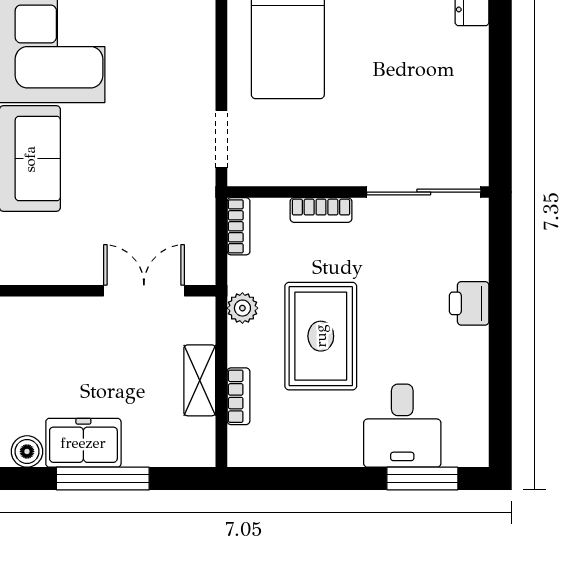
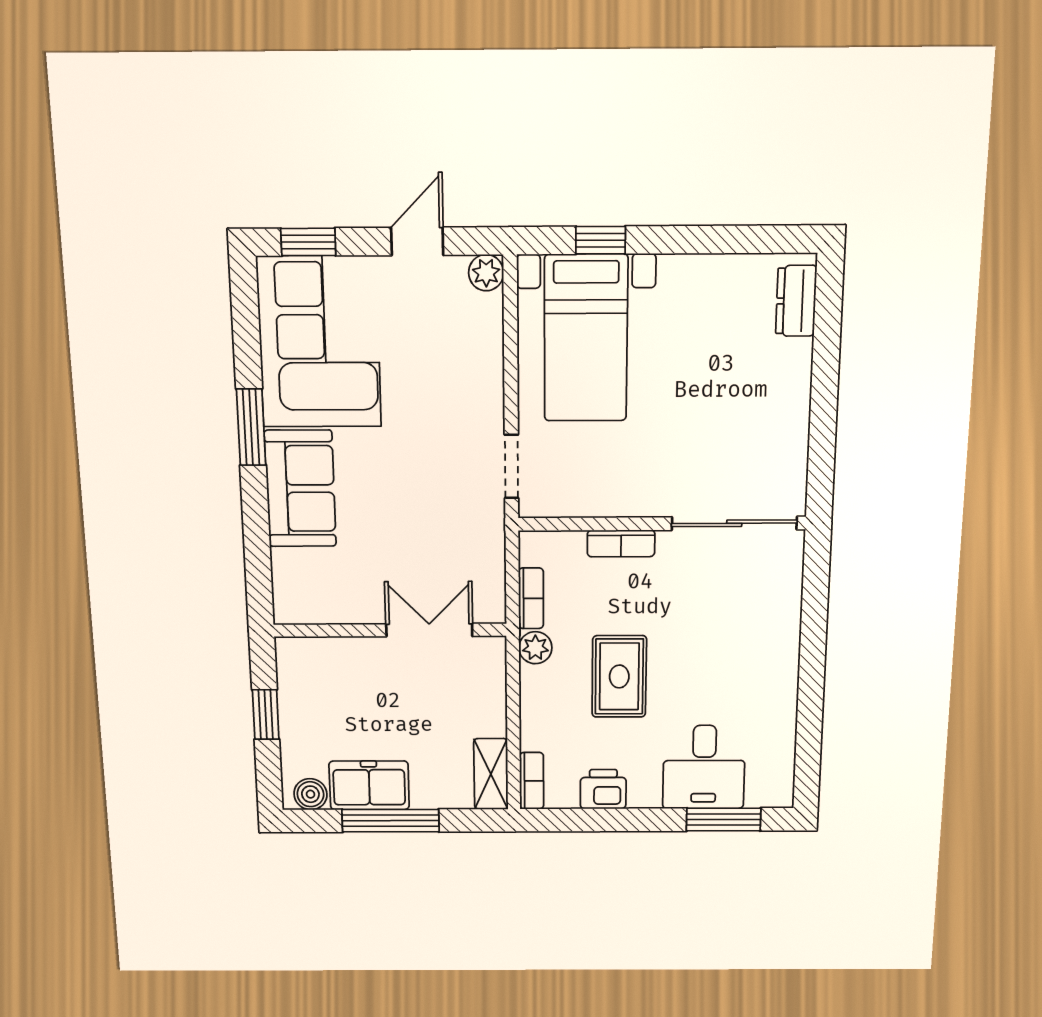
bookcase: (239, 226) -> (531, 598), moved
printer: (469, 303) -> (603, 789), moved, turned 90
rug: (321, 336) -> (619, 677), width x0.73, depth x0.70
shelving: (200, 380) -> (491, 774), moved
bookcase: (238, 396) -> (532, 781), moved

